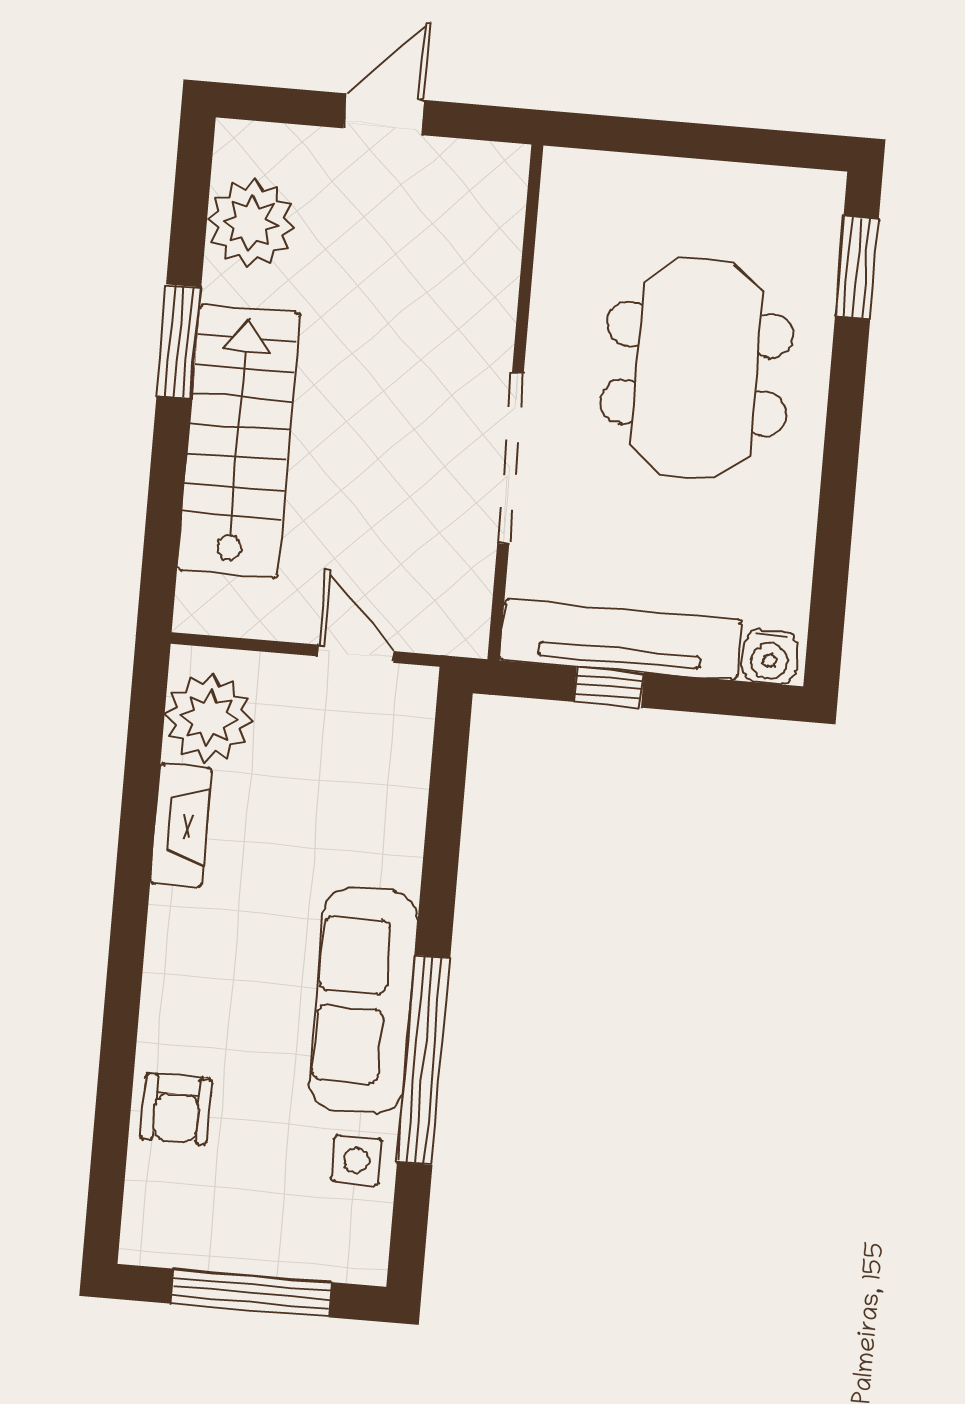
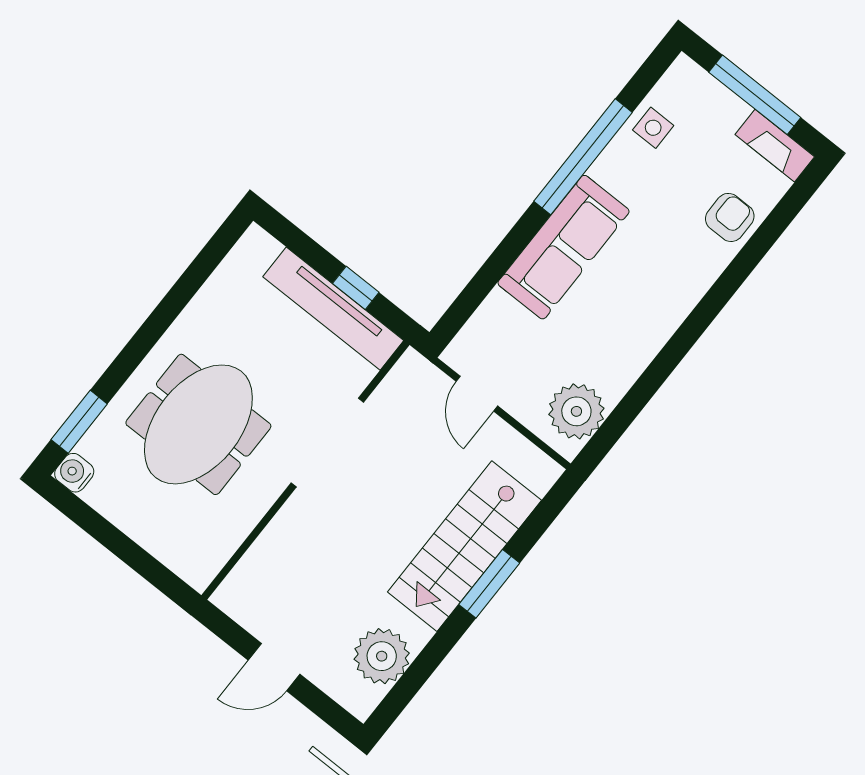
window: (179, 341) -> (489, 584), moved
water cooler: (770, 657) -> (74, 473), moved, turned -90
fireplace: (181, 825) -> (775, 146), moved, turned -90
sofa: (363, 1001) -> (563, 247), moved

